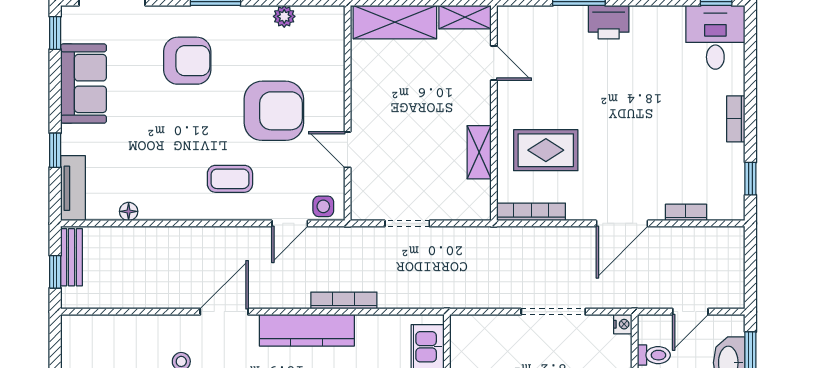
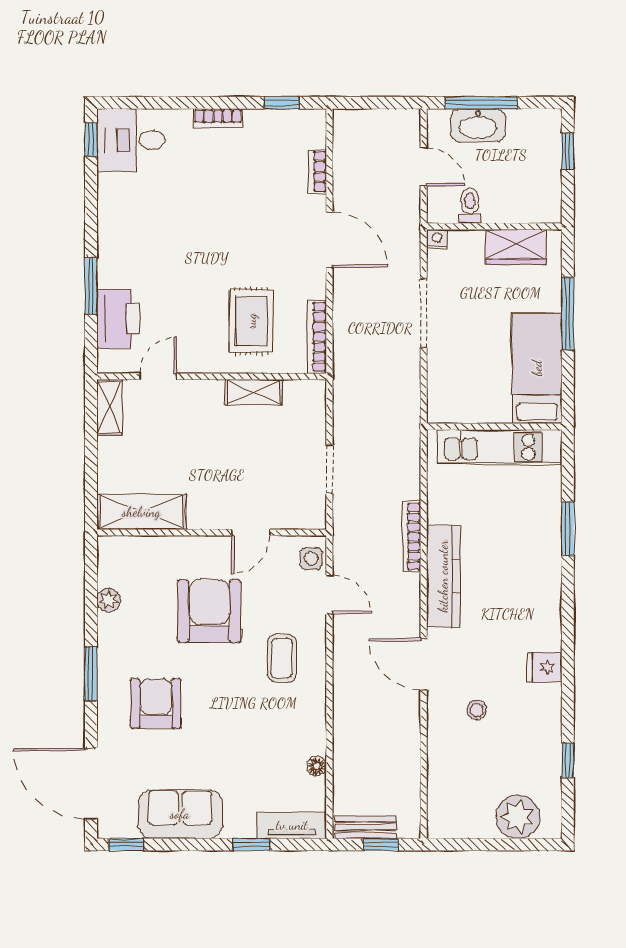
shelving: (395, 22) -> (141, 512), moved, turned 90
printer: (609, 22) -> (118, 319), moved, width x1.37, depth x1.19

